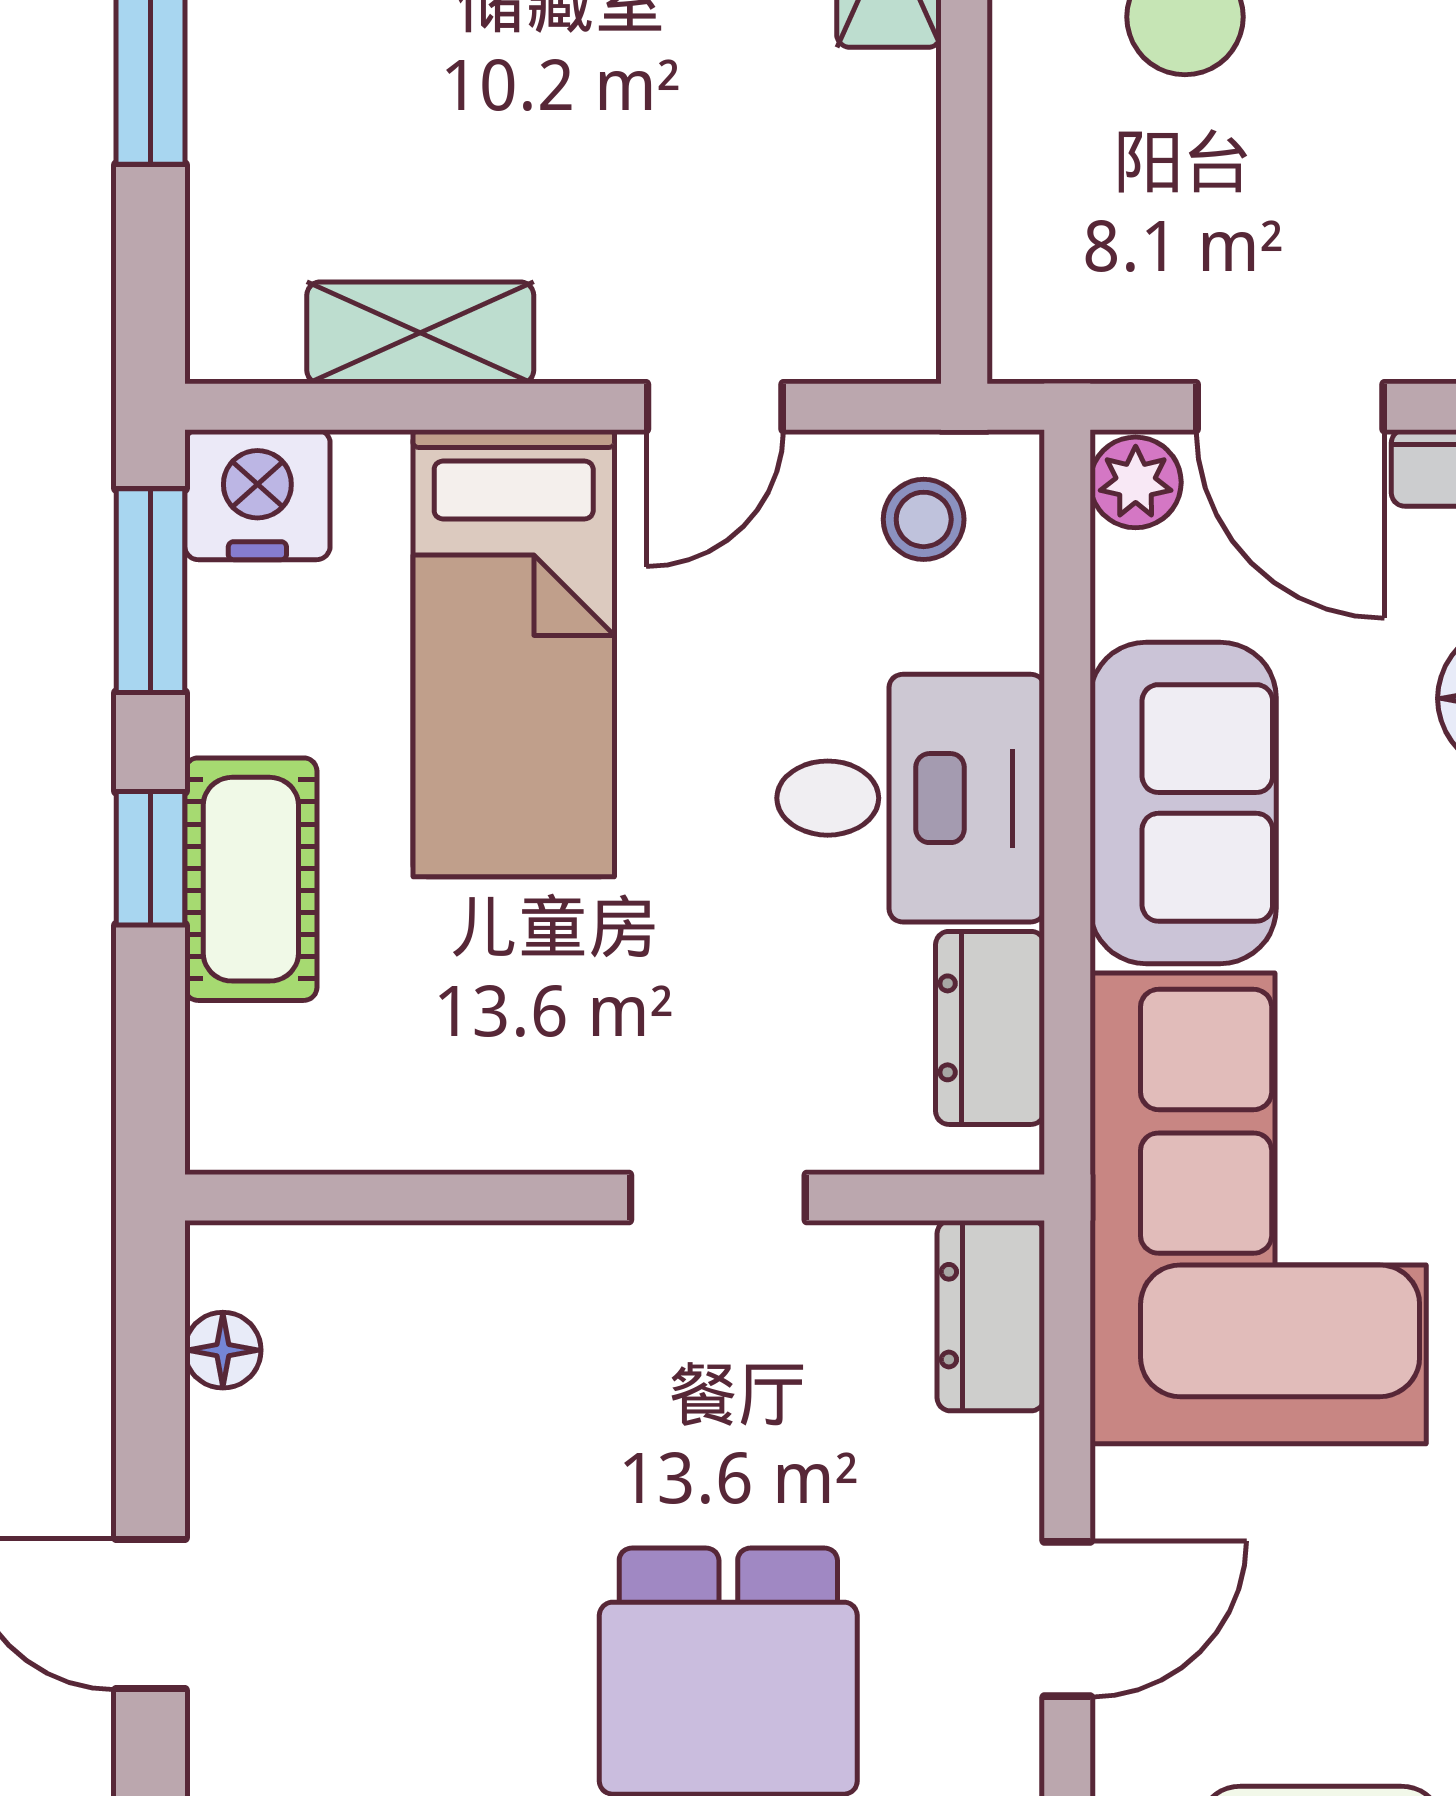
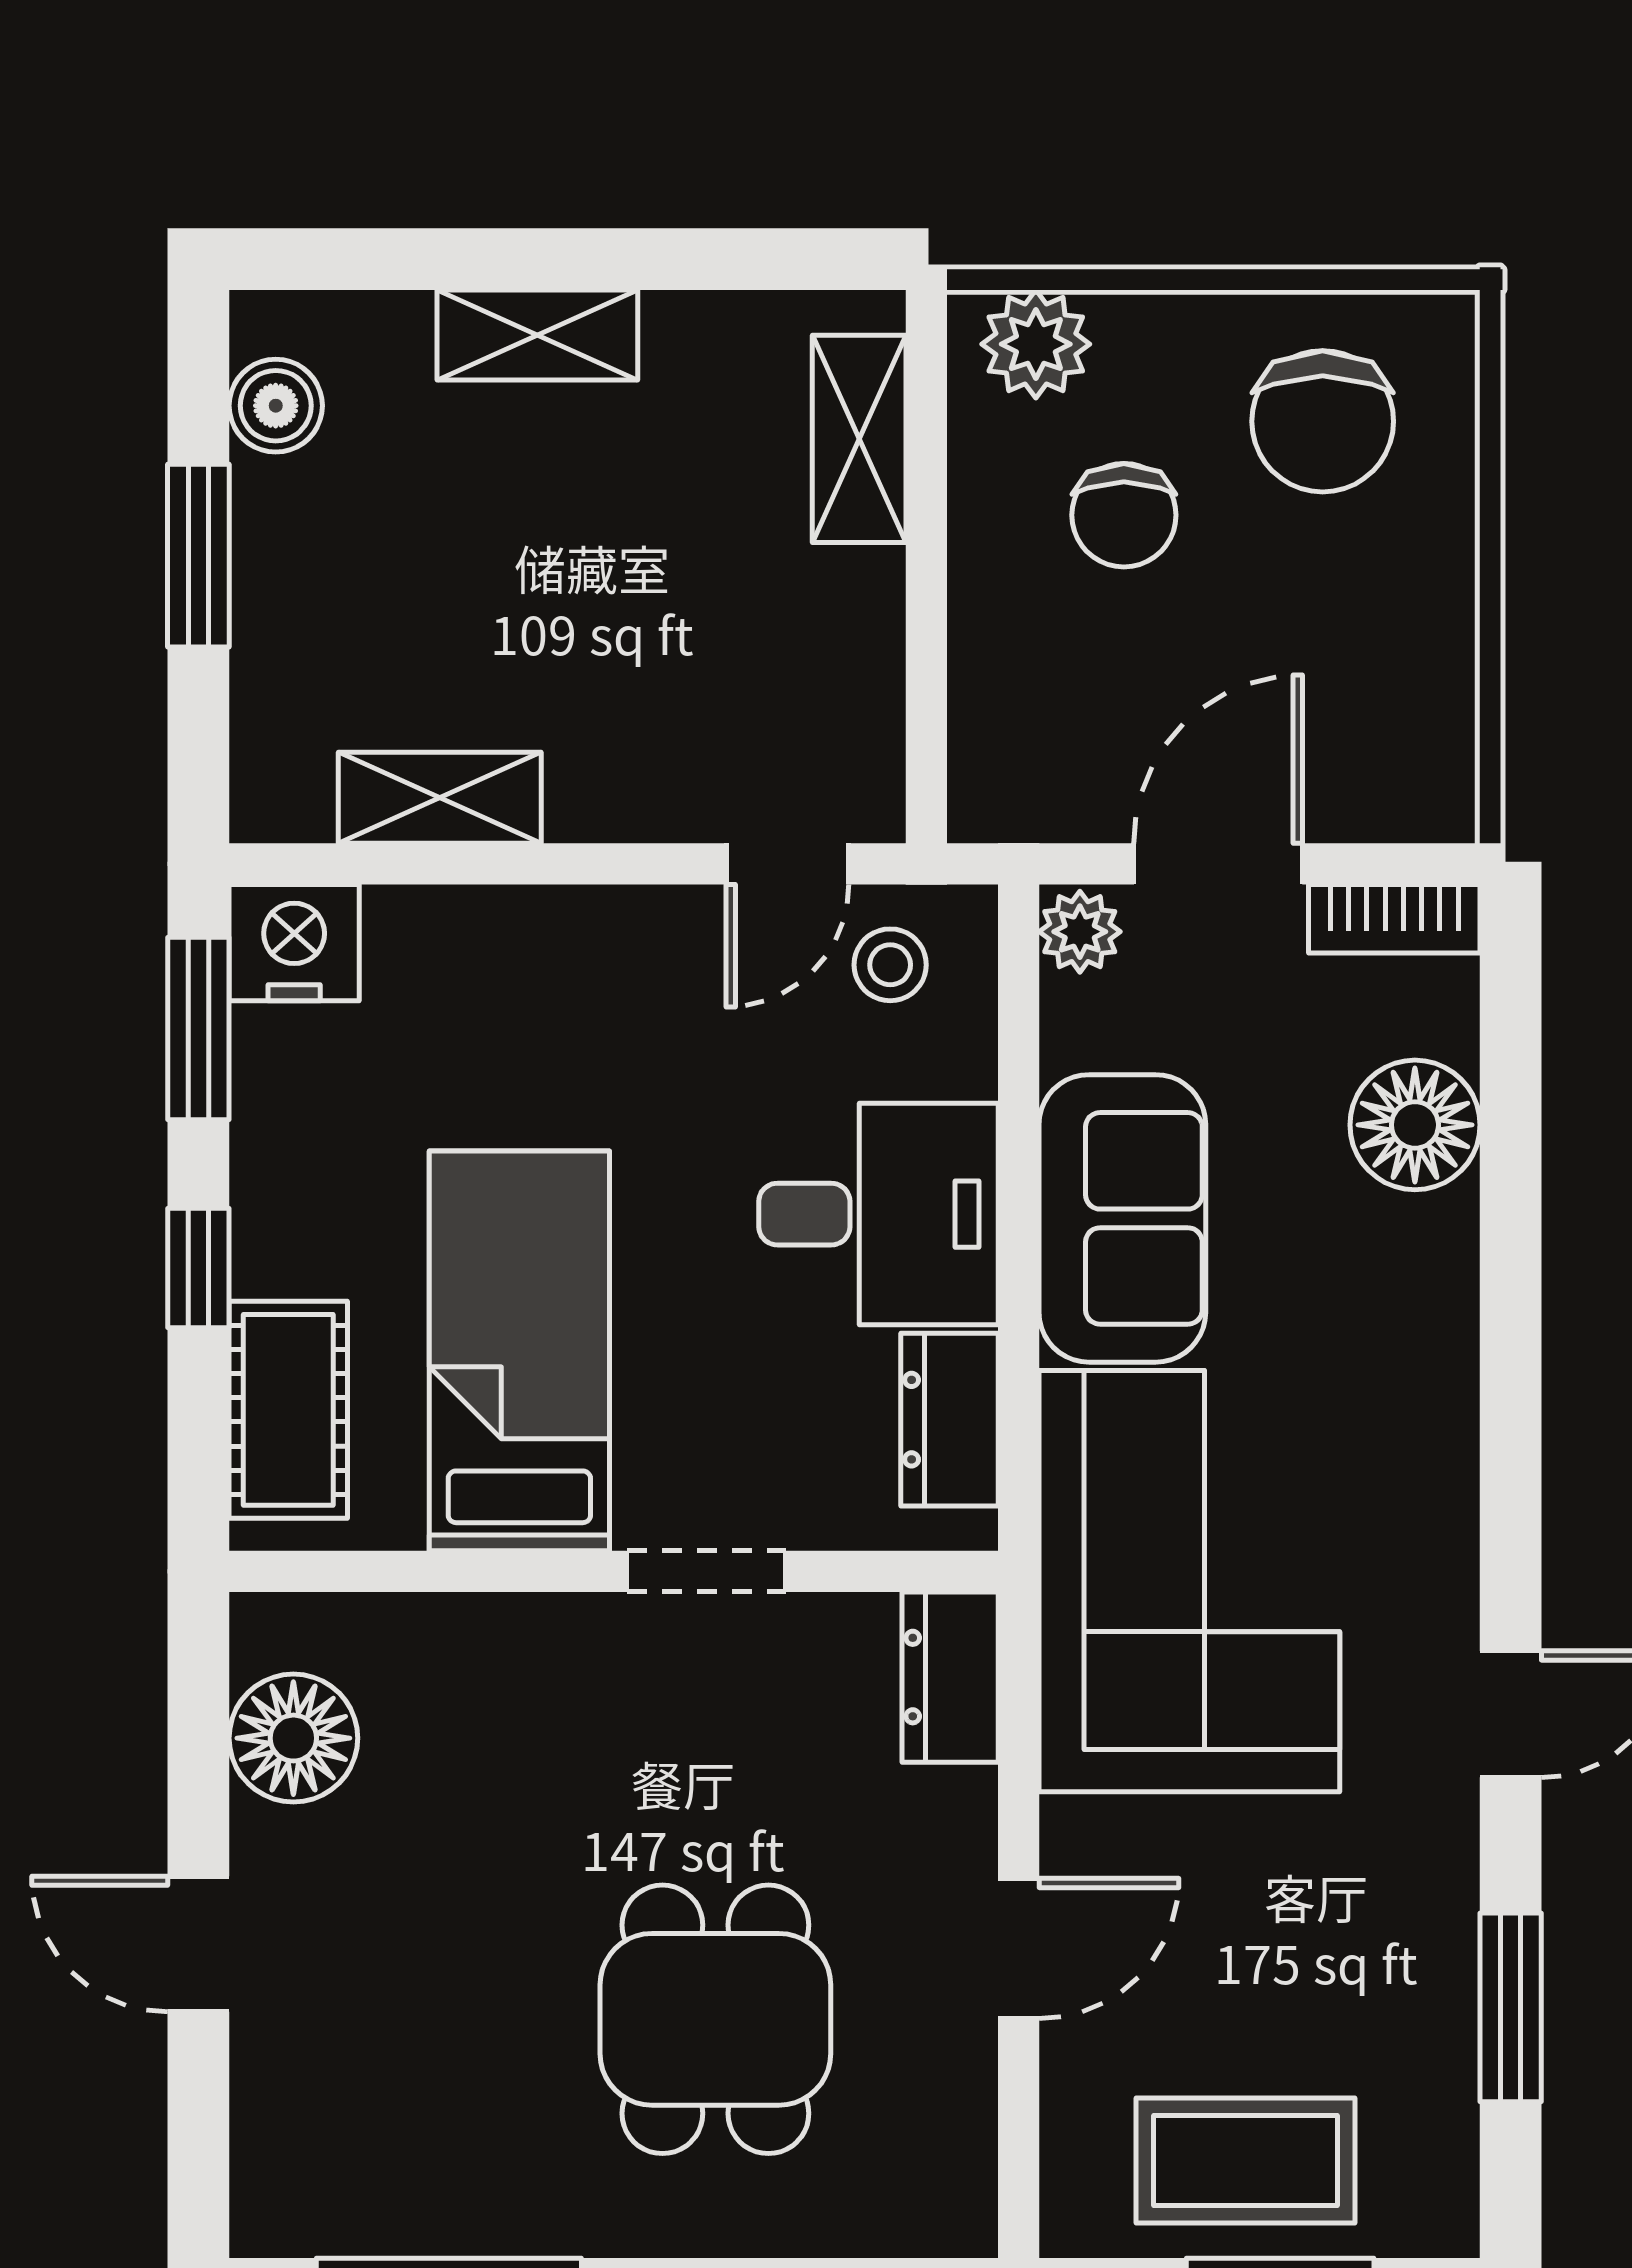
door: (715, 407) -> (787, 864), moved
door: (1290, 407) -> (1218, 864), swing flipped
bed: (514, 653) -> (519, 1351), moved, turned 180
cot: (251, 879) -> (288, 1410), moved
floor lamp: (223, 1350) -> (293, 1738), width x1.89, depth x1.89

